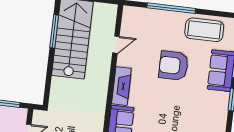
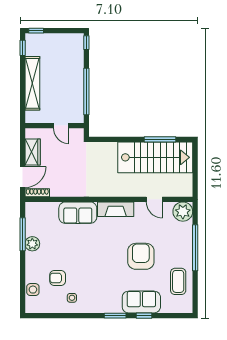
plant: (132, 16) -> (183, 212), added
coffee table: (204, 30) -> (178, 281), width x0.73, depth x0.76

